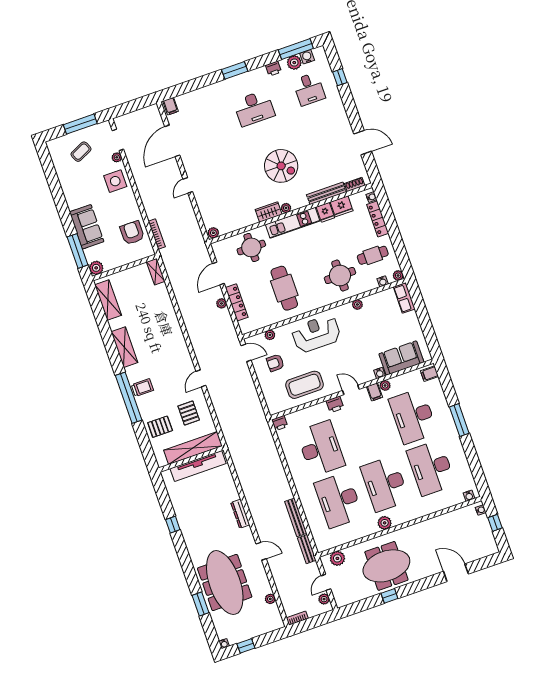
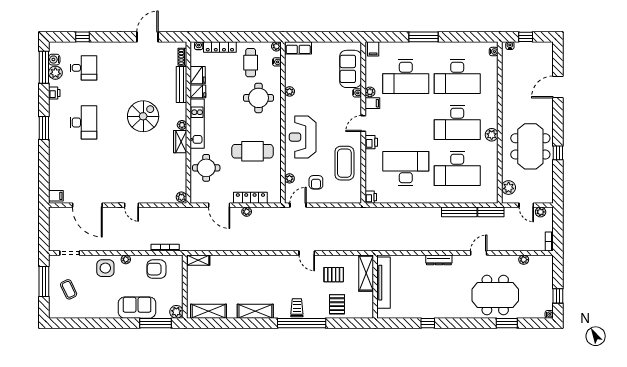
plant: (117, 157) -> (126, 259), moved
shelving: (193, 448) -> (366, 273), width x0.68
meeting table: (225, 583) -> (495, 295), width x0.73

